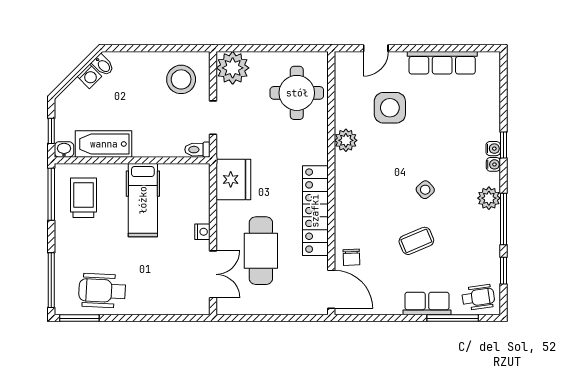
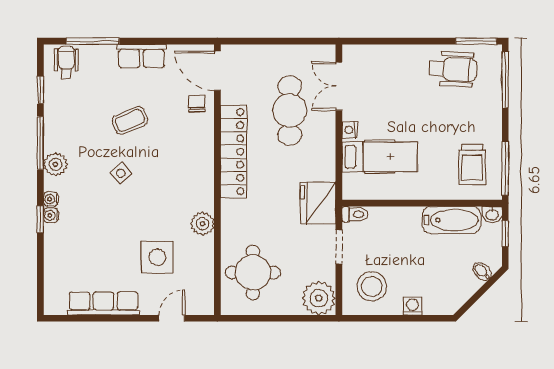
bidet: (103, 65) -> (482, 271), moved
washing machine: (89, 76) -> (413, 306), moved, turned 45
fridge: (233, 179) -> (318, 203), moved
hospital bed: (143, 200) -> (380, 157), moved, turned 90
wheelchair: (478, 297) -> (66, 62), turned 98
row of seats: (427, 303) -> (142, 56), moved

